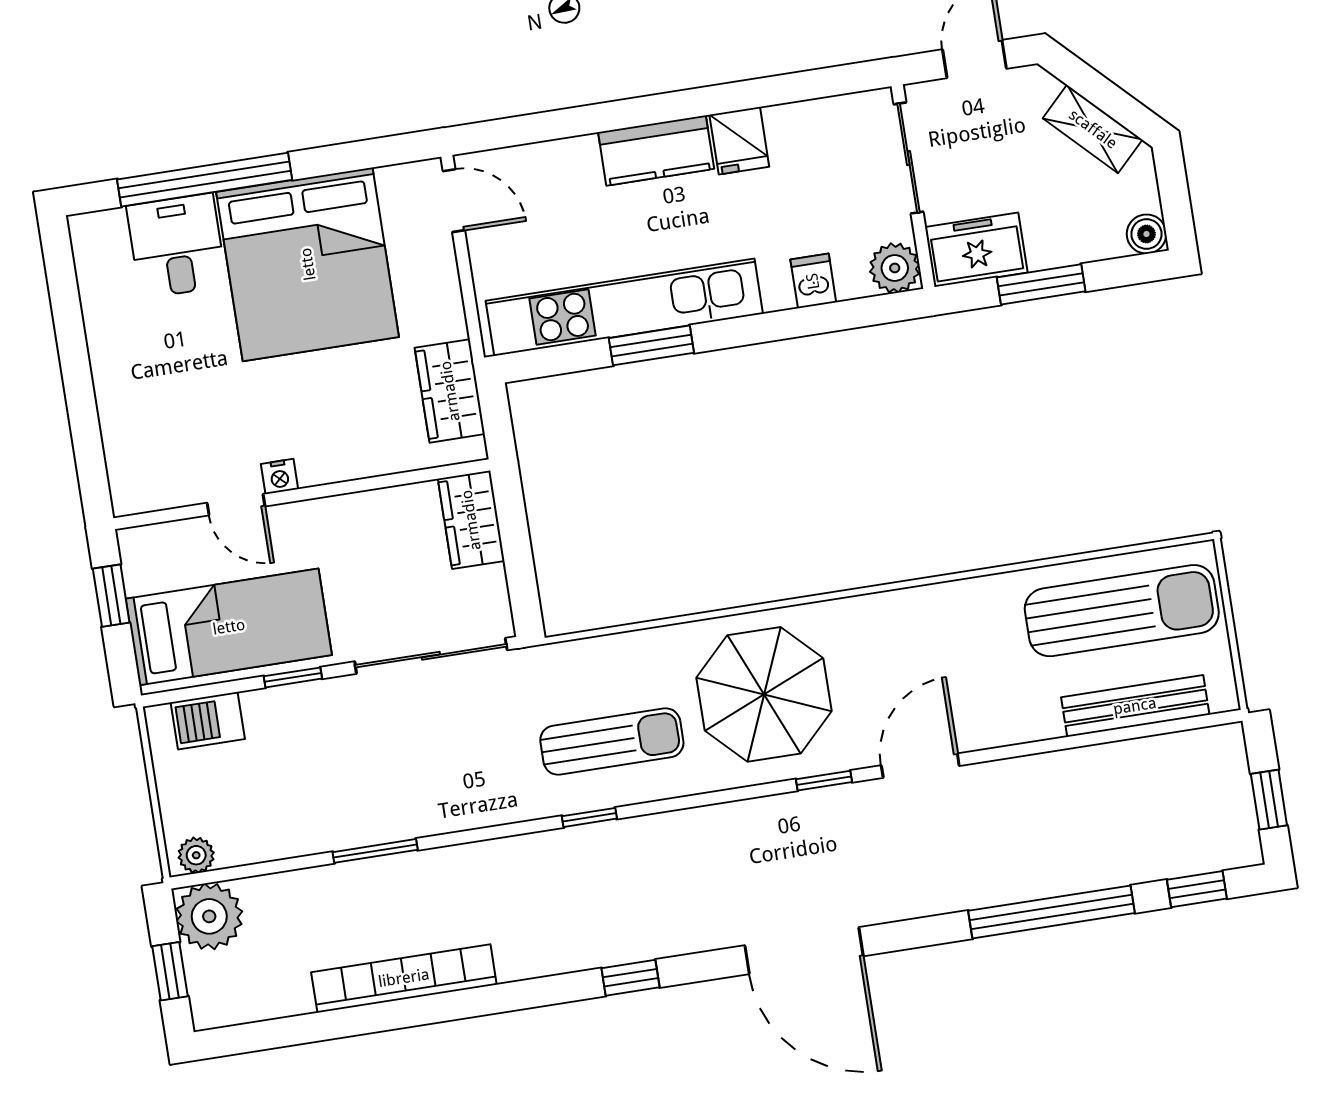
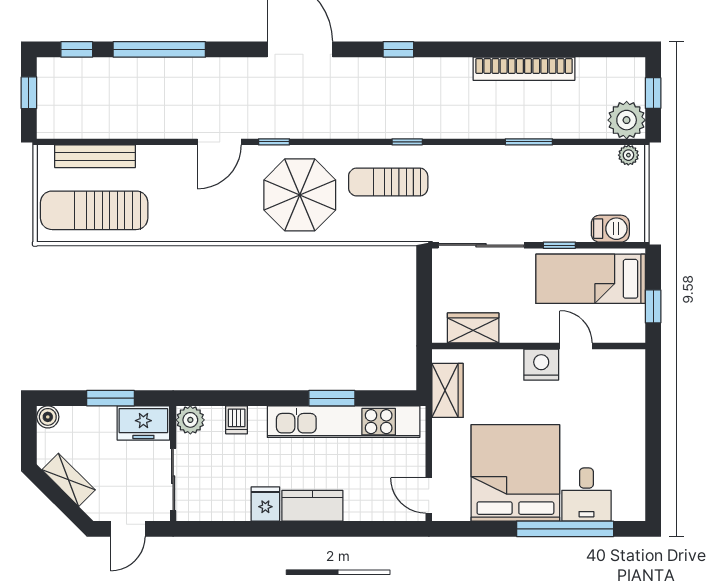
nightstand: (280, 477) -> (541, 365), width x1.89, depth x1.79
wardrobe: (471, 520) -> (473, 328), moved, turned -90

